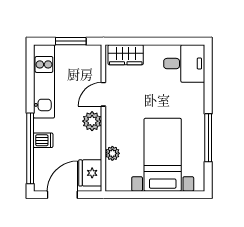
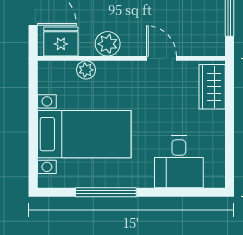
desk: (184, 64) -> (179, 162), moved
plant: (92, 121) -> (108, 44), moved

